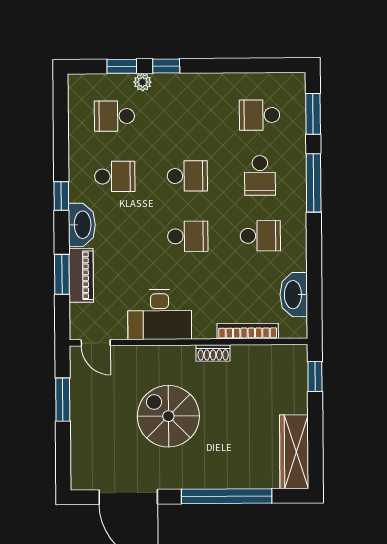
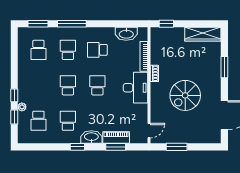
school desk: (260, 175) -> (68, 50), turned -90
school desk: (260, 236) -> (97, 50), turned -90
desk: (160, 315) -> (136, 88), moved
window: (227, 496) -> (224, 67), width x0.47

